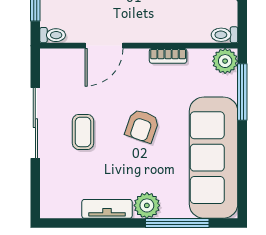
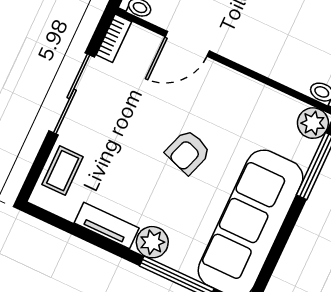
bookcase: (168, 56) -> (114, 38), moved, turned -90
coffee table: (83, 132) -> (63, 171), moved

